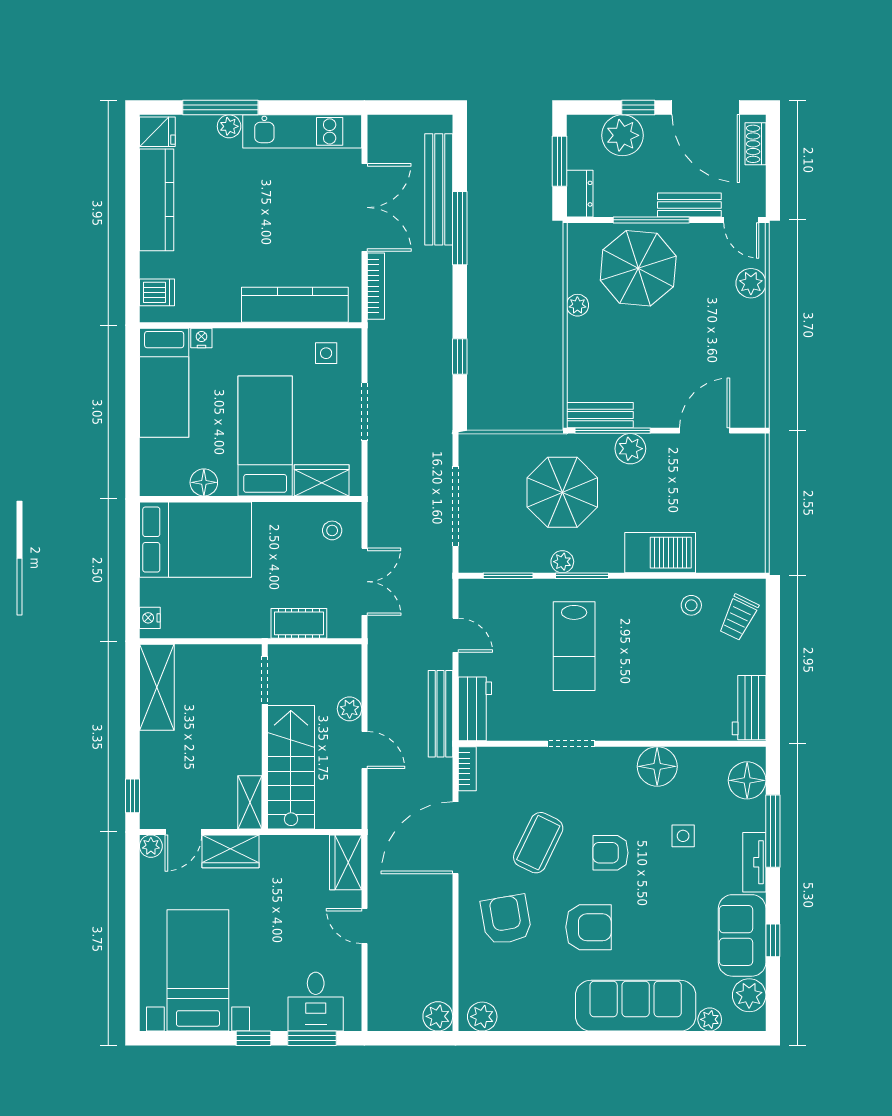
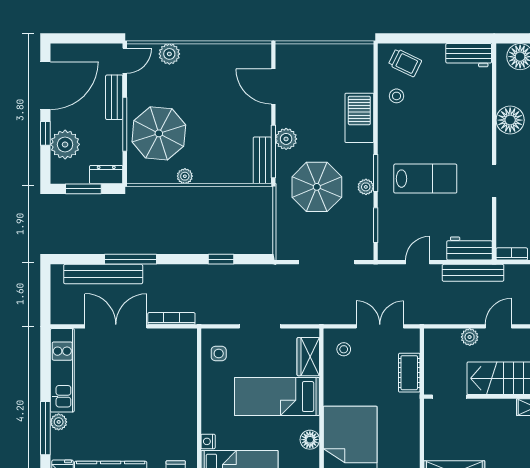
shoe rack: (755, 144) -> (71, 51), removed
kitchen counter: (295, 305) -> (185, 376), removed

